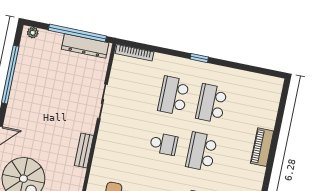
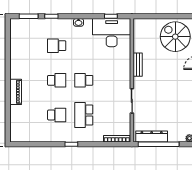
school desk: (174, 95) -> (84, 115), turned 180
school desk: (211, 103) -> (57, 115), width x0.54
school desk: (201, 152) -> (57, 80), width x0.54

